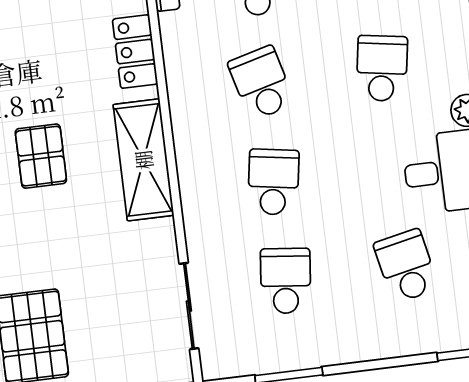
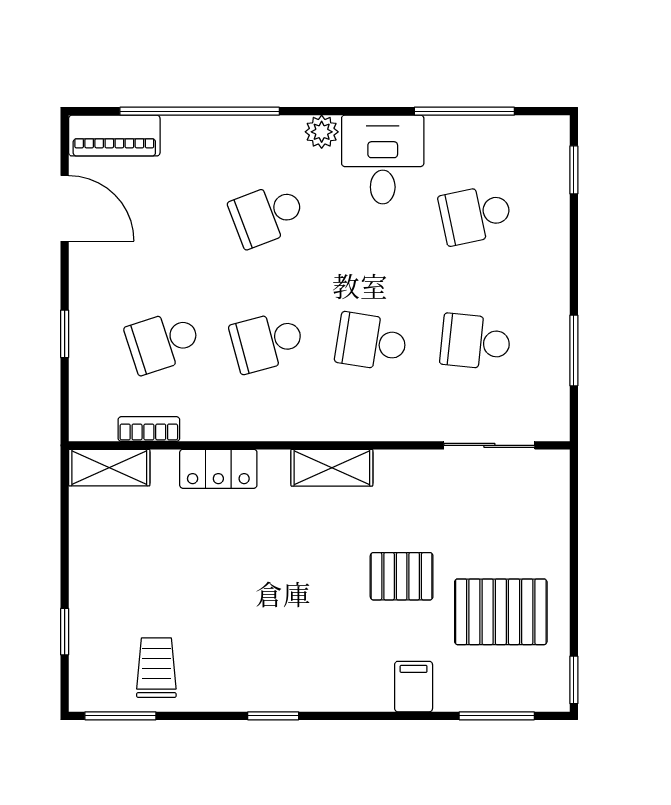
school desk: (382, 68) -> (267, 215), turned -30
pallet: (41, 156) -> (402, 576), moved
shelving: (143, 160) -> (332, 468), width x0.67, depth x0.75

